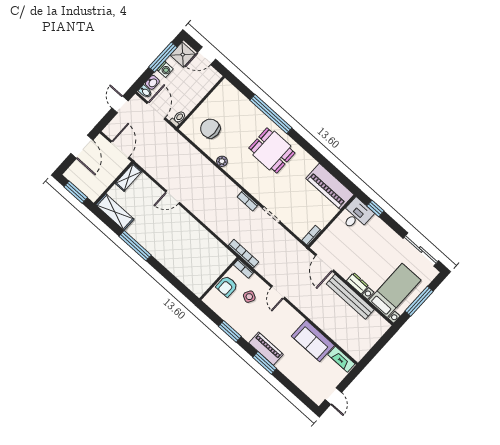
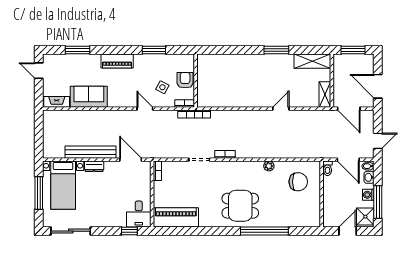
door: (120, 105) -> (378, 141), hinge flipped
window: (135, 246) -> (276, 50), width x0.69
window: (265, 363) -> (77, 50), moved

